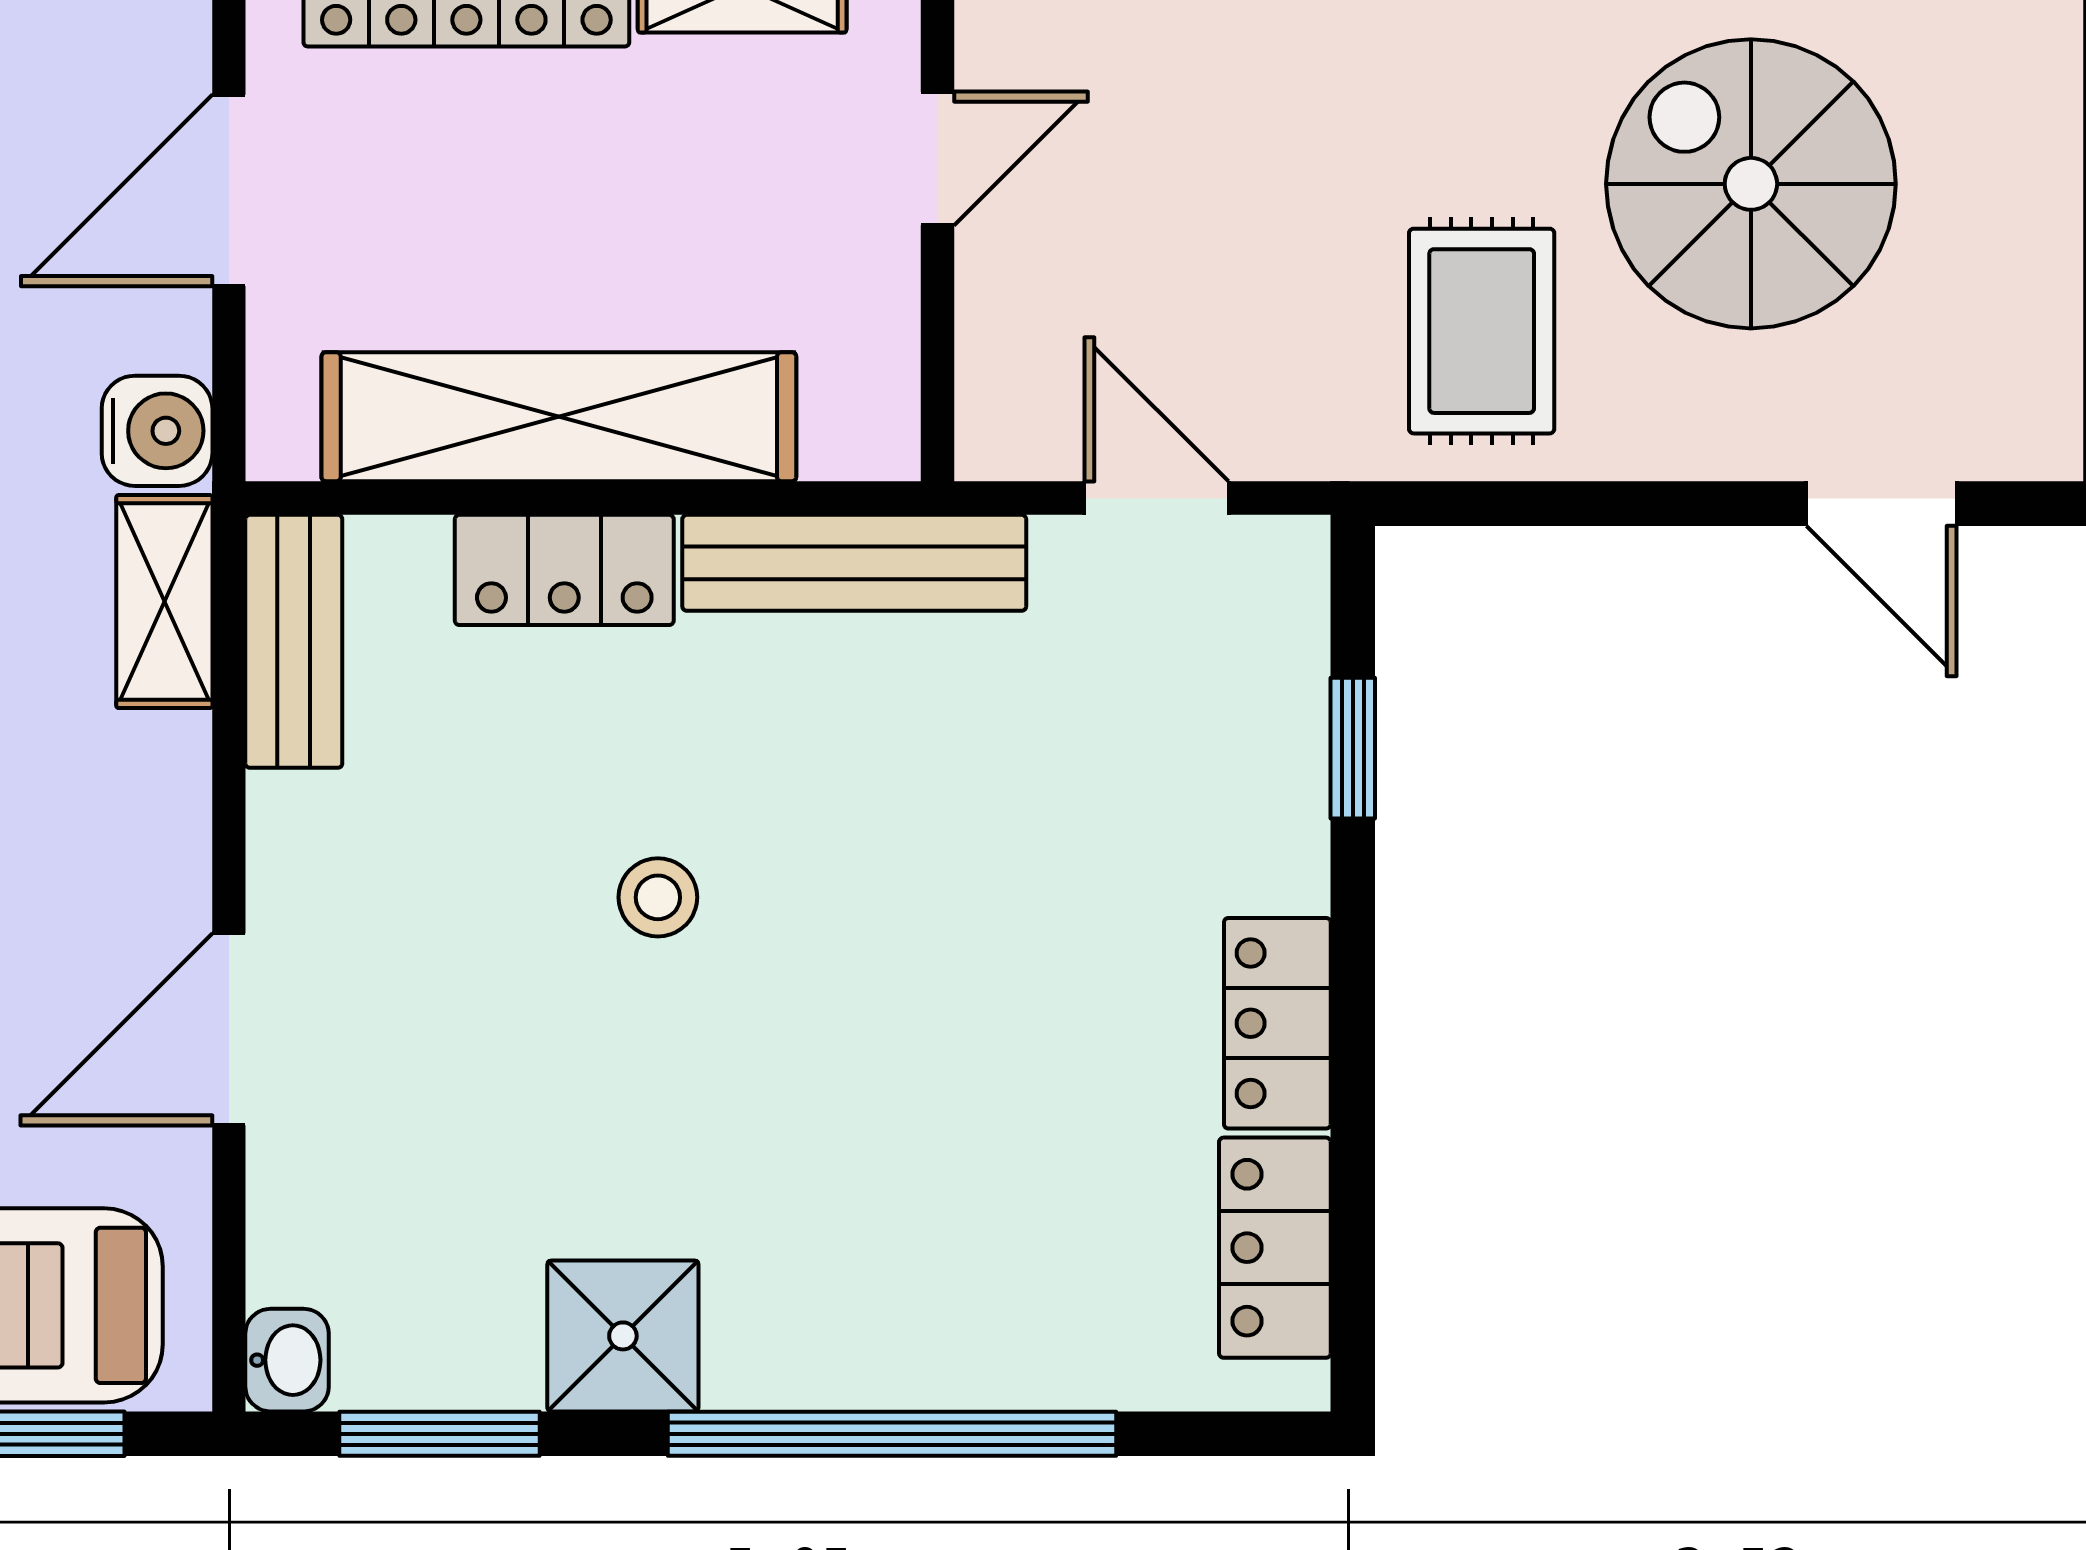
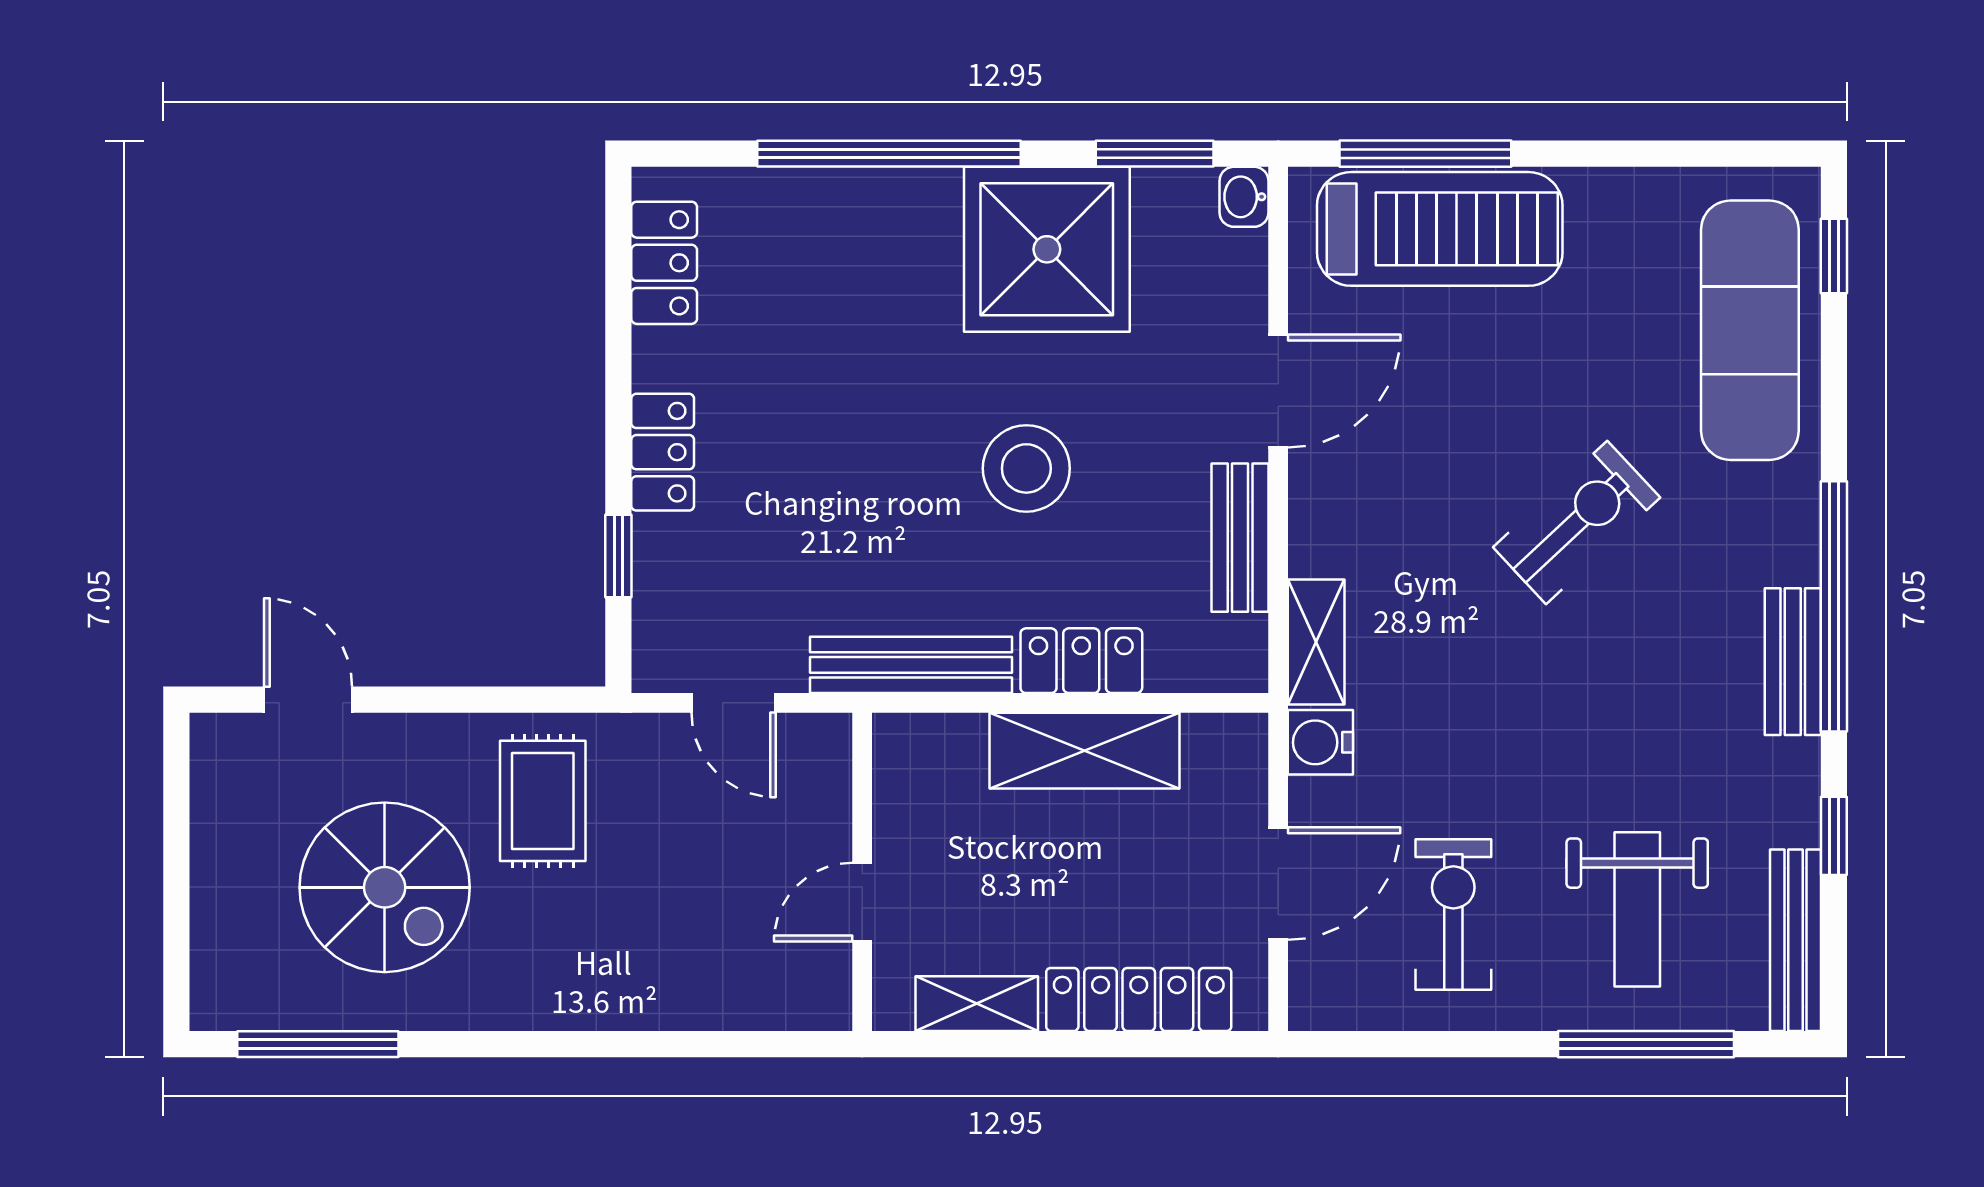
shelving: (559, 417) -> (1084, 751), width x0.68
bench: (294, 641) -> (1240, 538), moved
stool: (658, 897) -> (1026, 468), width x1.89, depth x1.89
locker: (1277, 1023) -> (663, 452), moved
shower: (623, 1336) -> (1047, 249), width x1.86, depth x1.86

